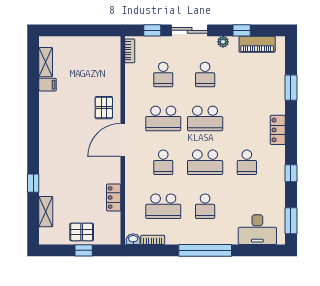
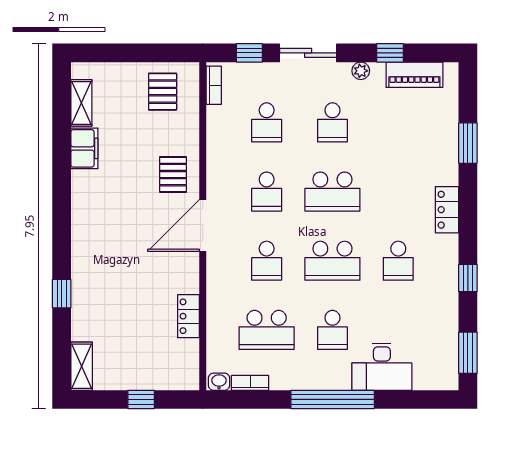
filing cabinet: (48, 85) -> (84, 148), width x2.00
school desk: (163, 118) -> (267, 192), width x0.54
shelving: (46, 212) -> (82, 366), moved
desk: (257, 230) -> (382, 367), moved
pallet: (82, 232) -> (163, 92), moved, turned 90

